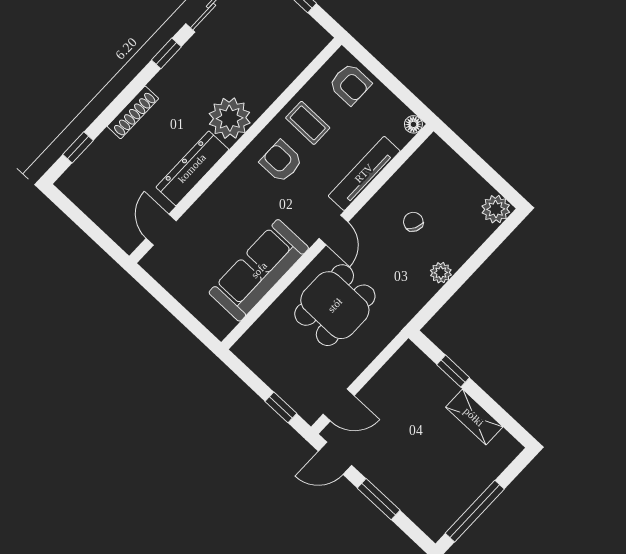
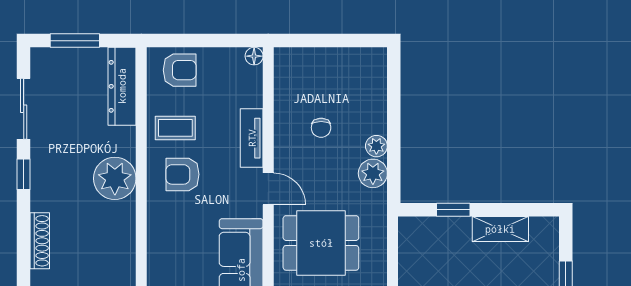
dresser: (192, 168) -> (122, 86), moved
tv unit: (364, 173) -> (252, 138), width x0.71
plant: (496, 209) -> (373, 173), moved
chair: (413, 222) -> (321, 128), turned -117
dining table: (335, 305) -> (321, 243), turned 90

